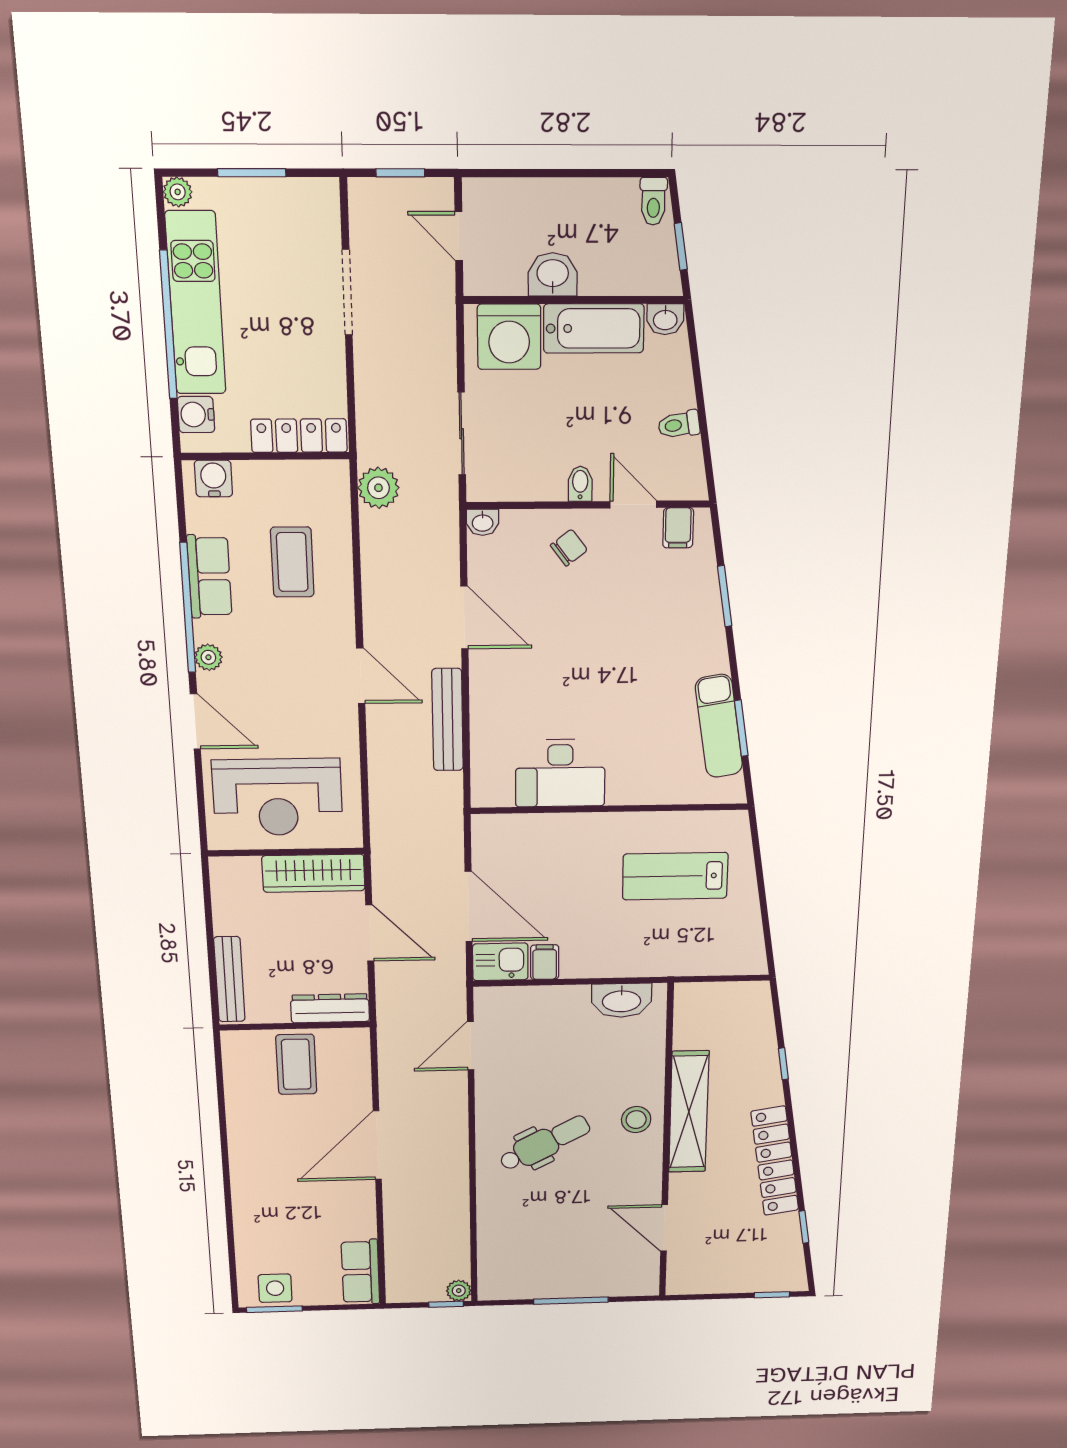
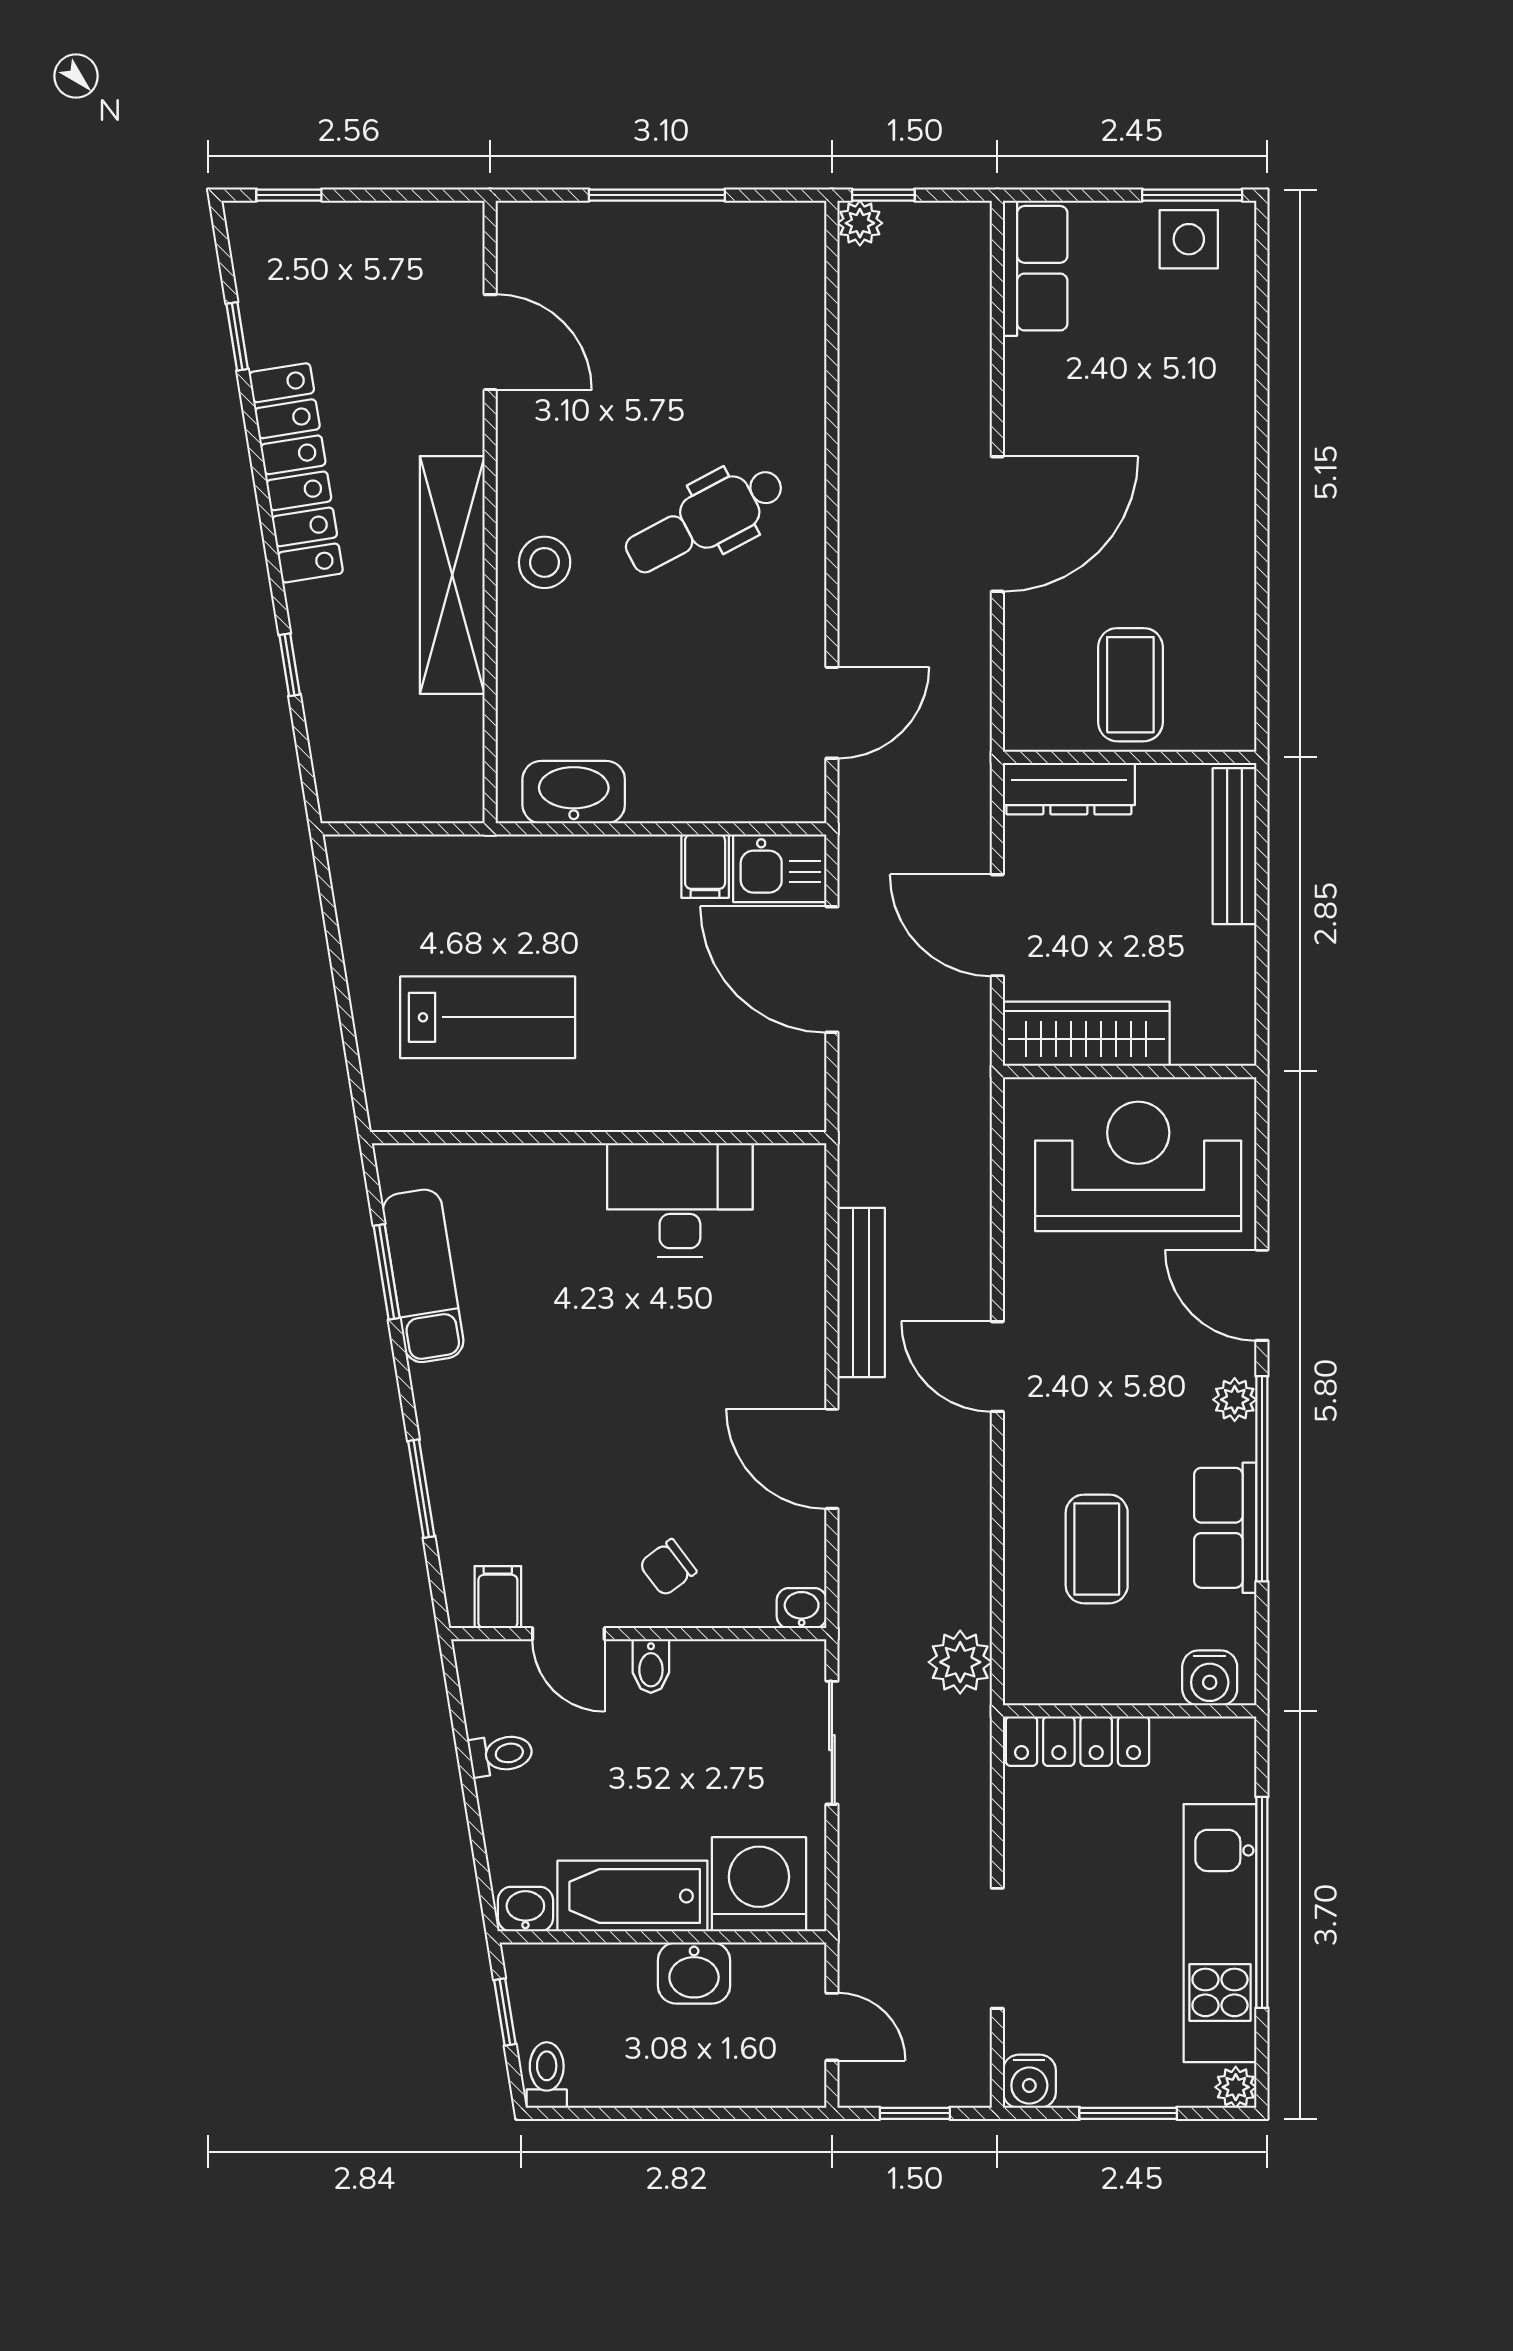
water cooler: (196, 415) -> (1029, 2081), moved, turned 90

